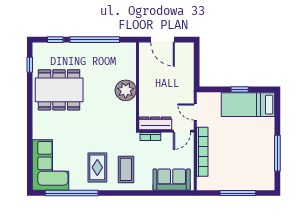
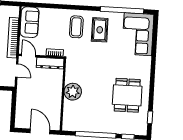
dining table: (59, 90) -> (127, 95), width x0.73
door: (182, 131) -> (29, 55), hinge flipped
sofa: (172, 180) -> (30, 22), moved, turned -90

